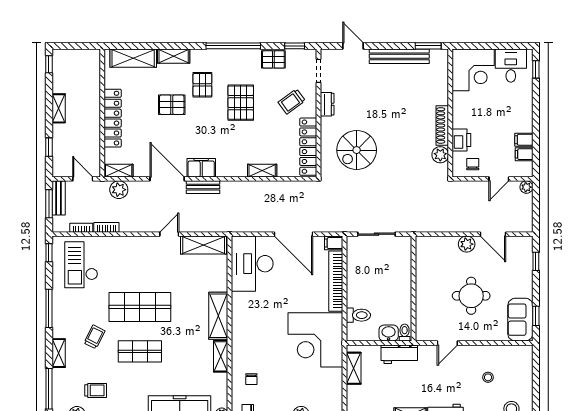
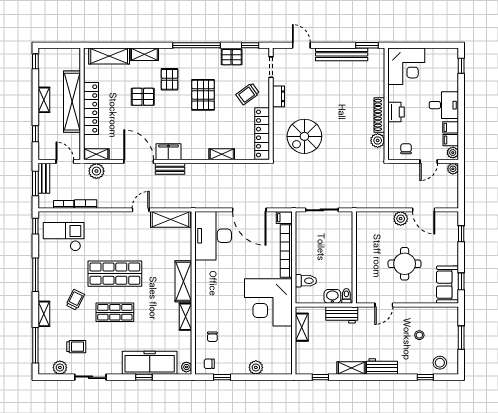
desk: (511, 66) -> (444, 105), moved, turned 90
shelving: (91, 110) -> (72, 102), added
printer: (461, 140) -> (396, 112), moved
plant: (526, 169) -> (453, 153), added
checkout: (81, 265) -> (64, 237), turned 90
window: (536, 380) -> (461, 338), added

